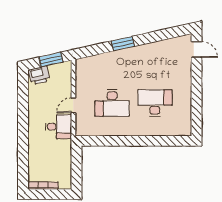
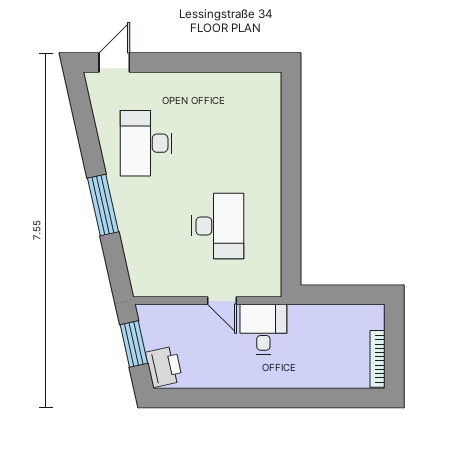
window: (123, 44) -> (103, 205), width x1.44
desk: (155, 103) -> (146, 143), moved

